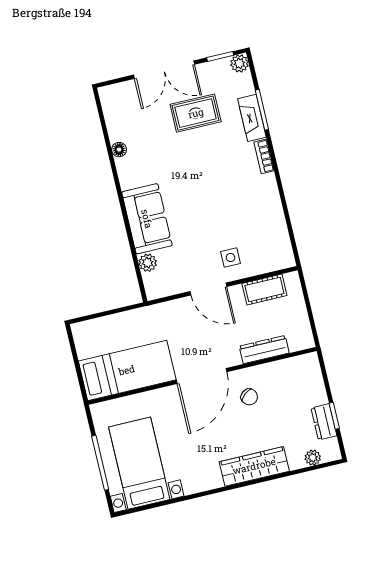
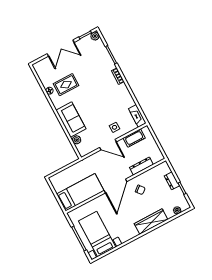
rug: (196, 113) -> (66, 85), moved
fireplace: (252, 118) -> (137, 116), moved
dresser: (324, 422) -> (172, 181), moved

